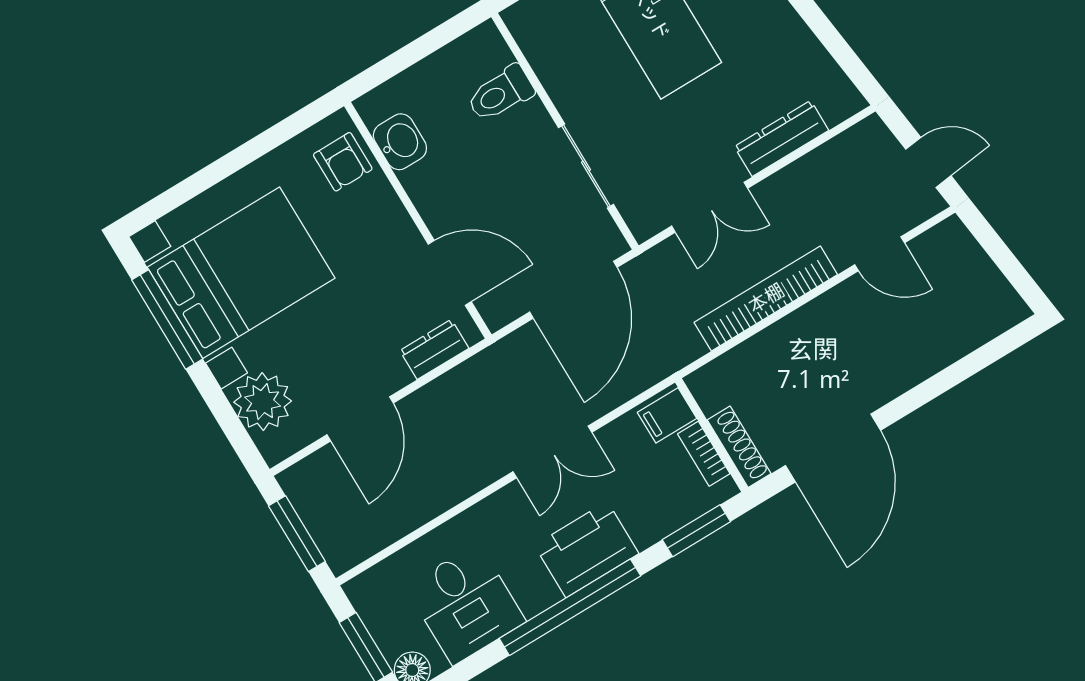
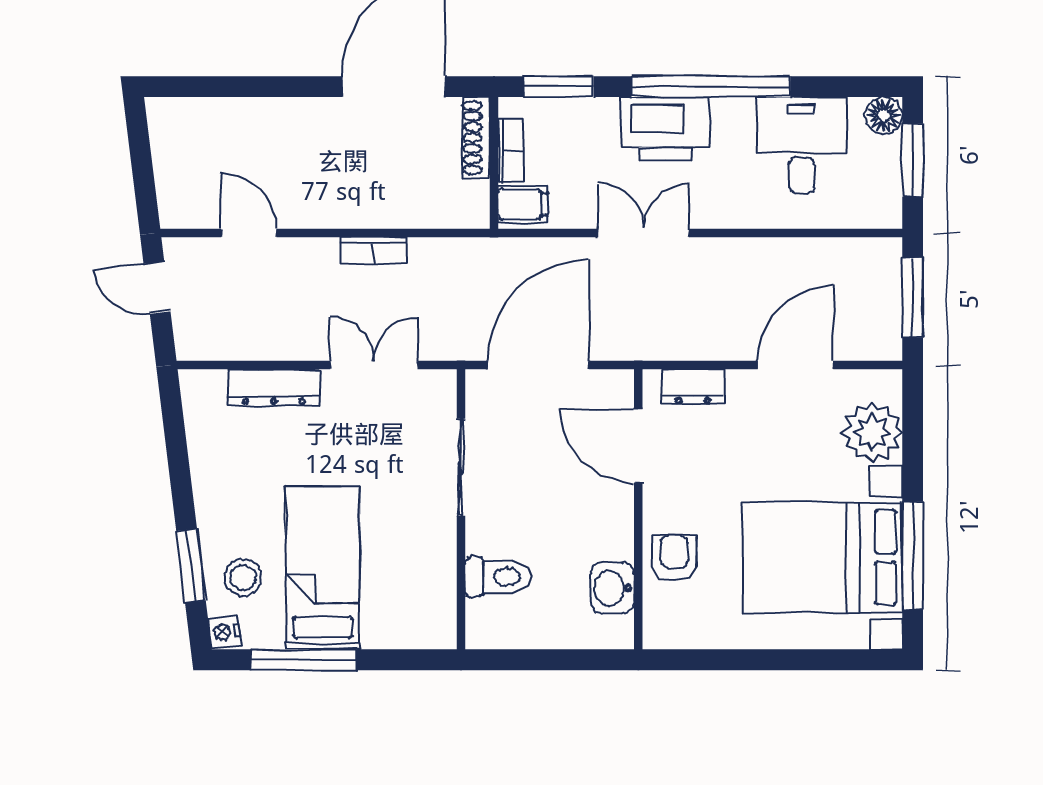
armchair: (343, 162) -> (674, 558), moved
bookcase: (766, 298) -> (373, 250), width x0.43, depth x0.76

